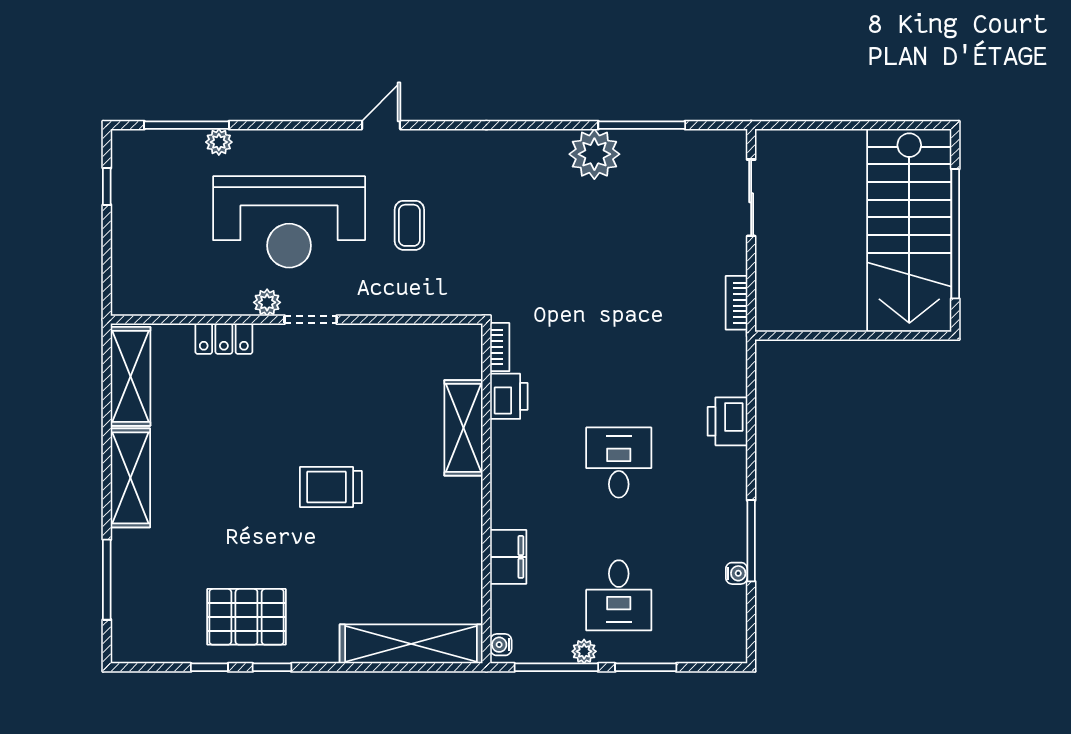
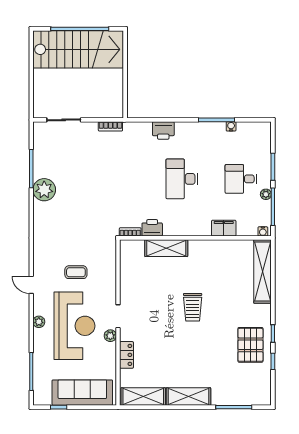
plant: (219, 142) -> (39, 322), moved
sofa: (139, 240) -> (82, 393), added
desk: (619, 463) -> (182, 179), width x1.37
desk: (619, 595) -> (241, 179), turned 180

